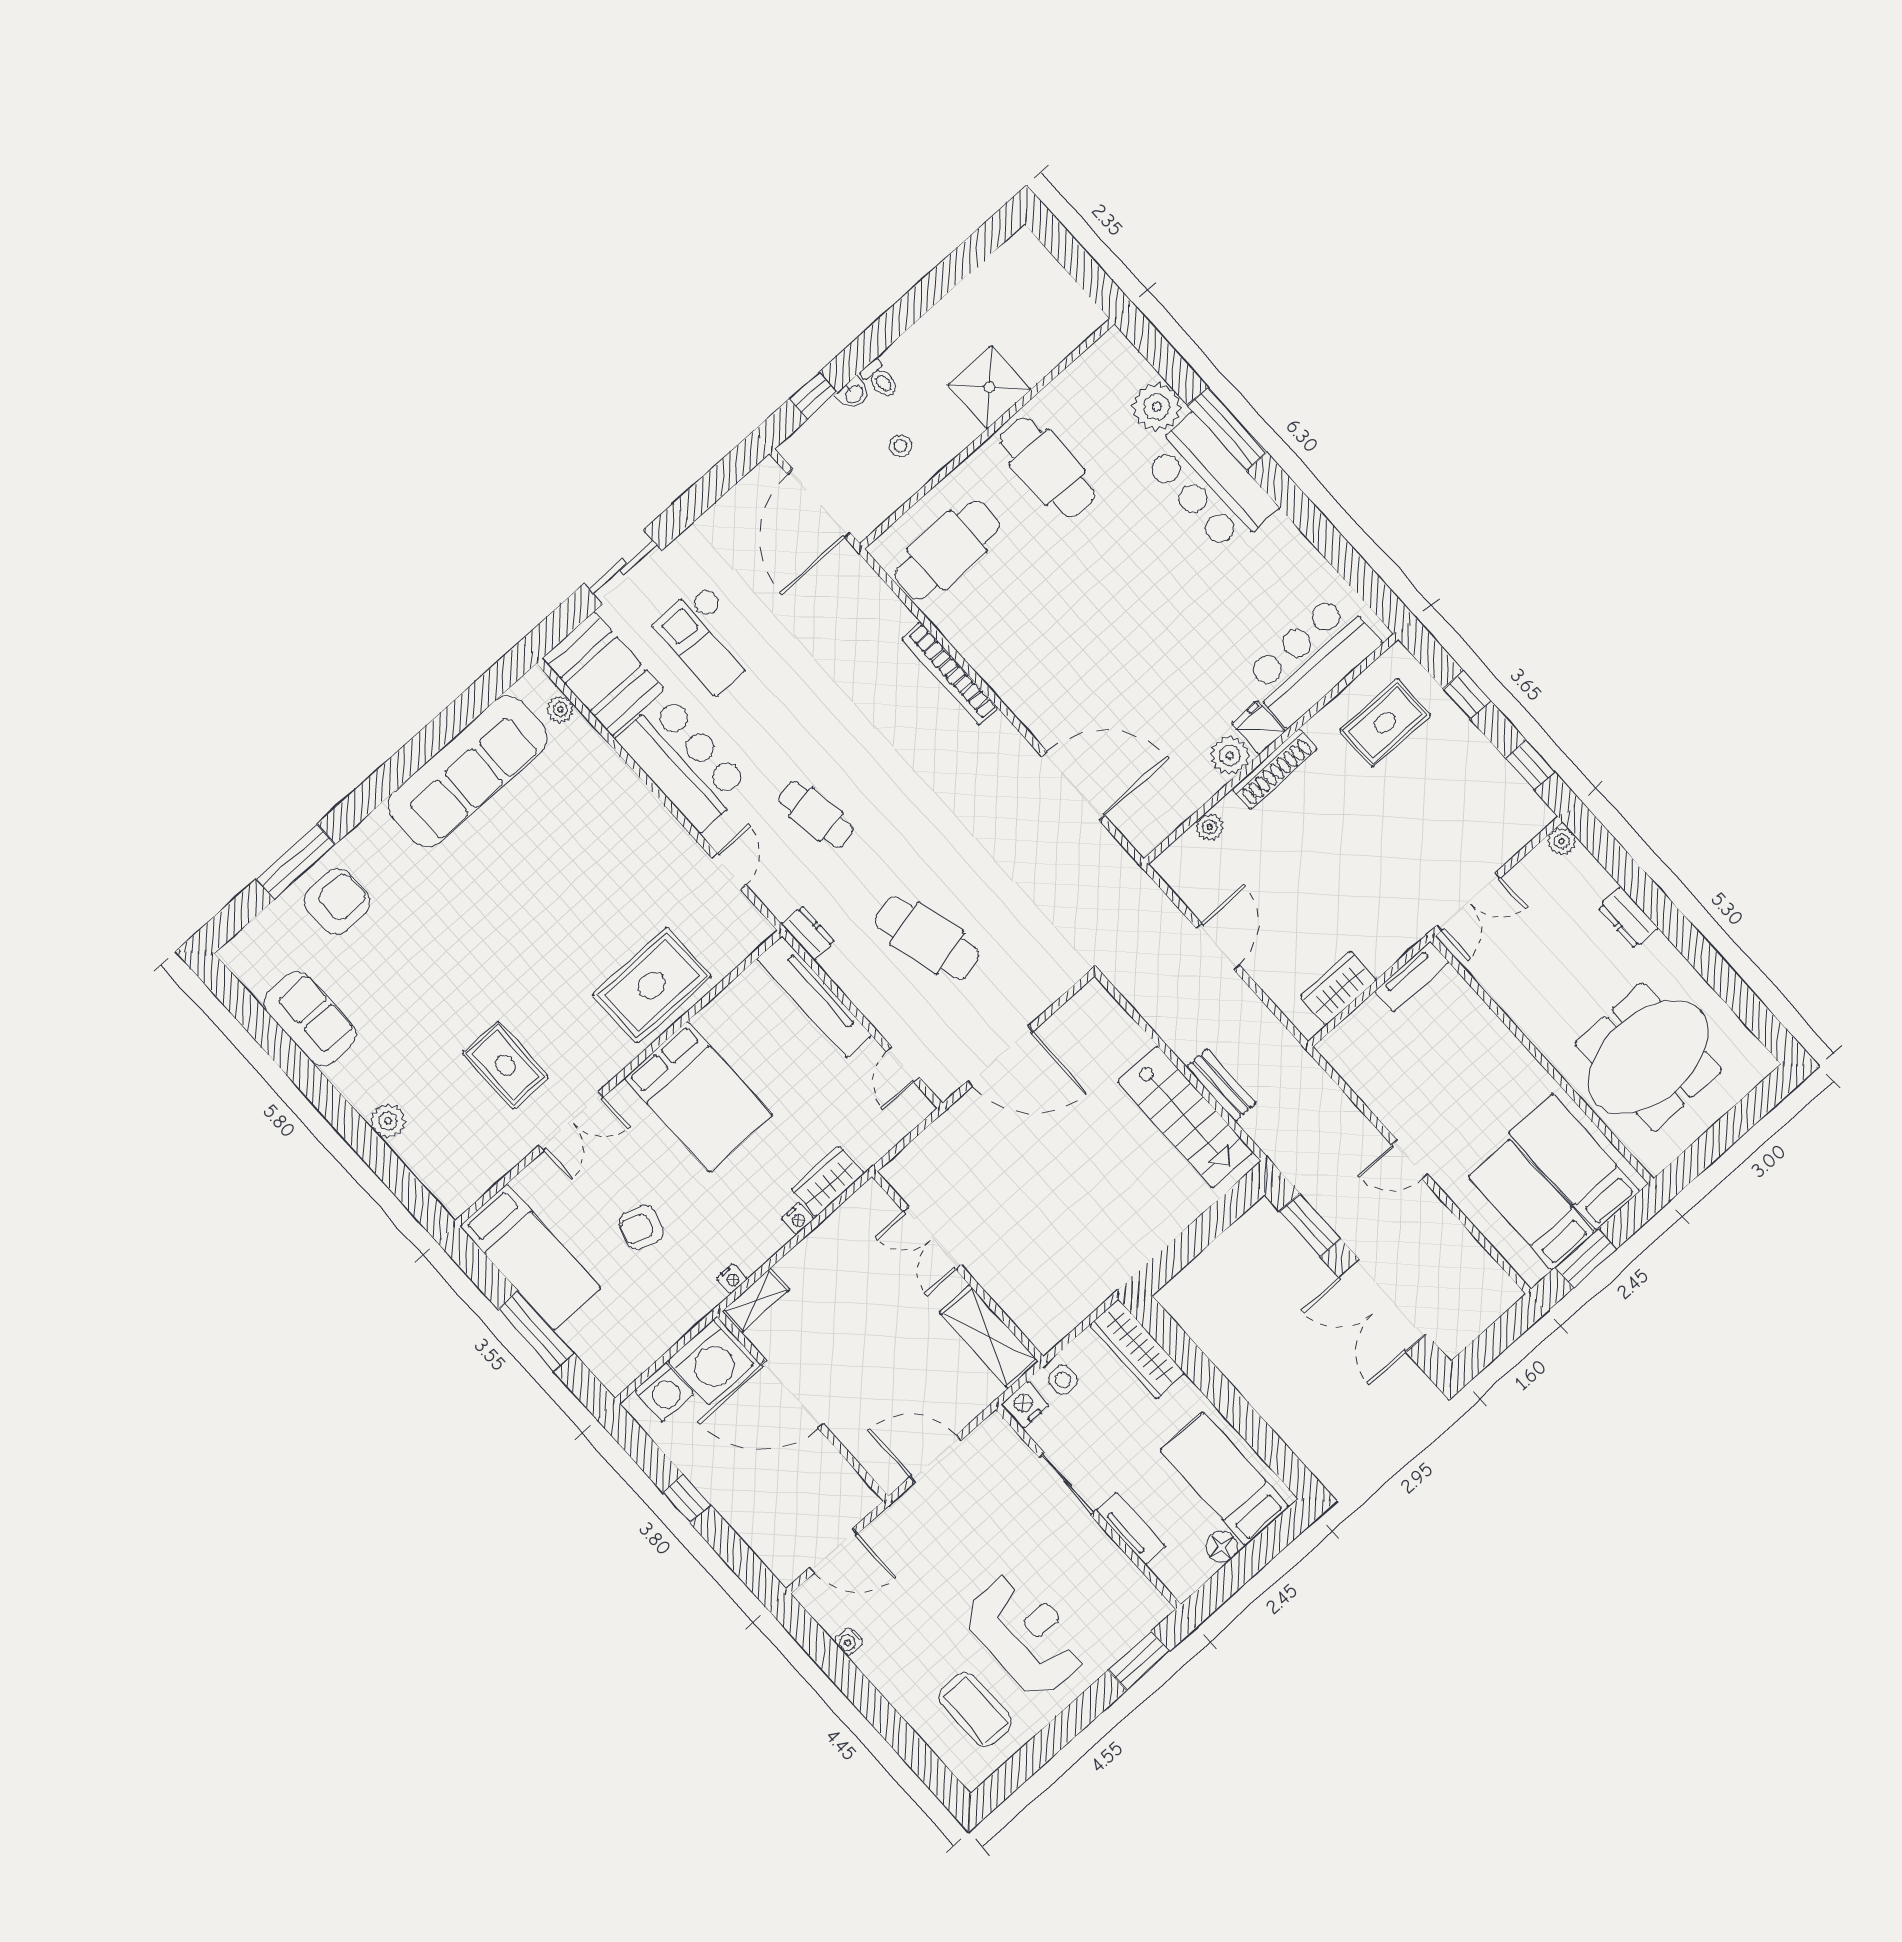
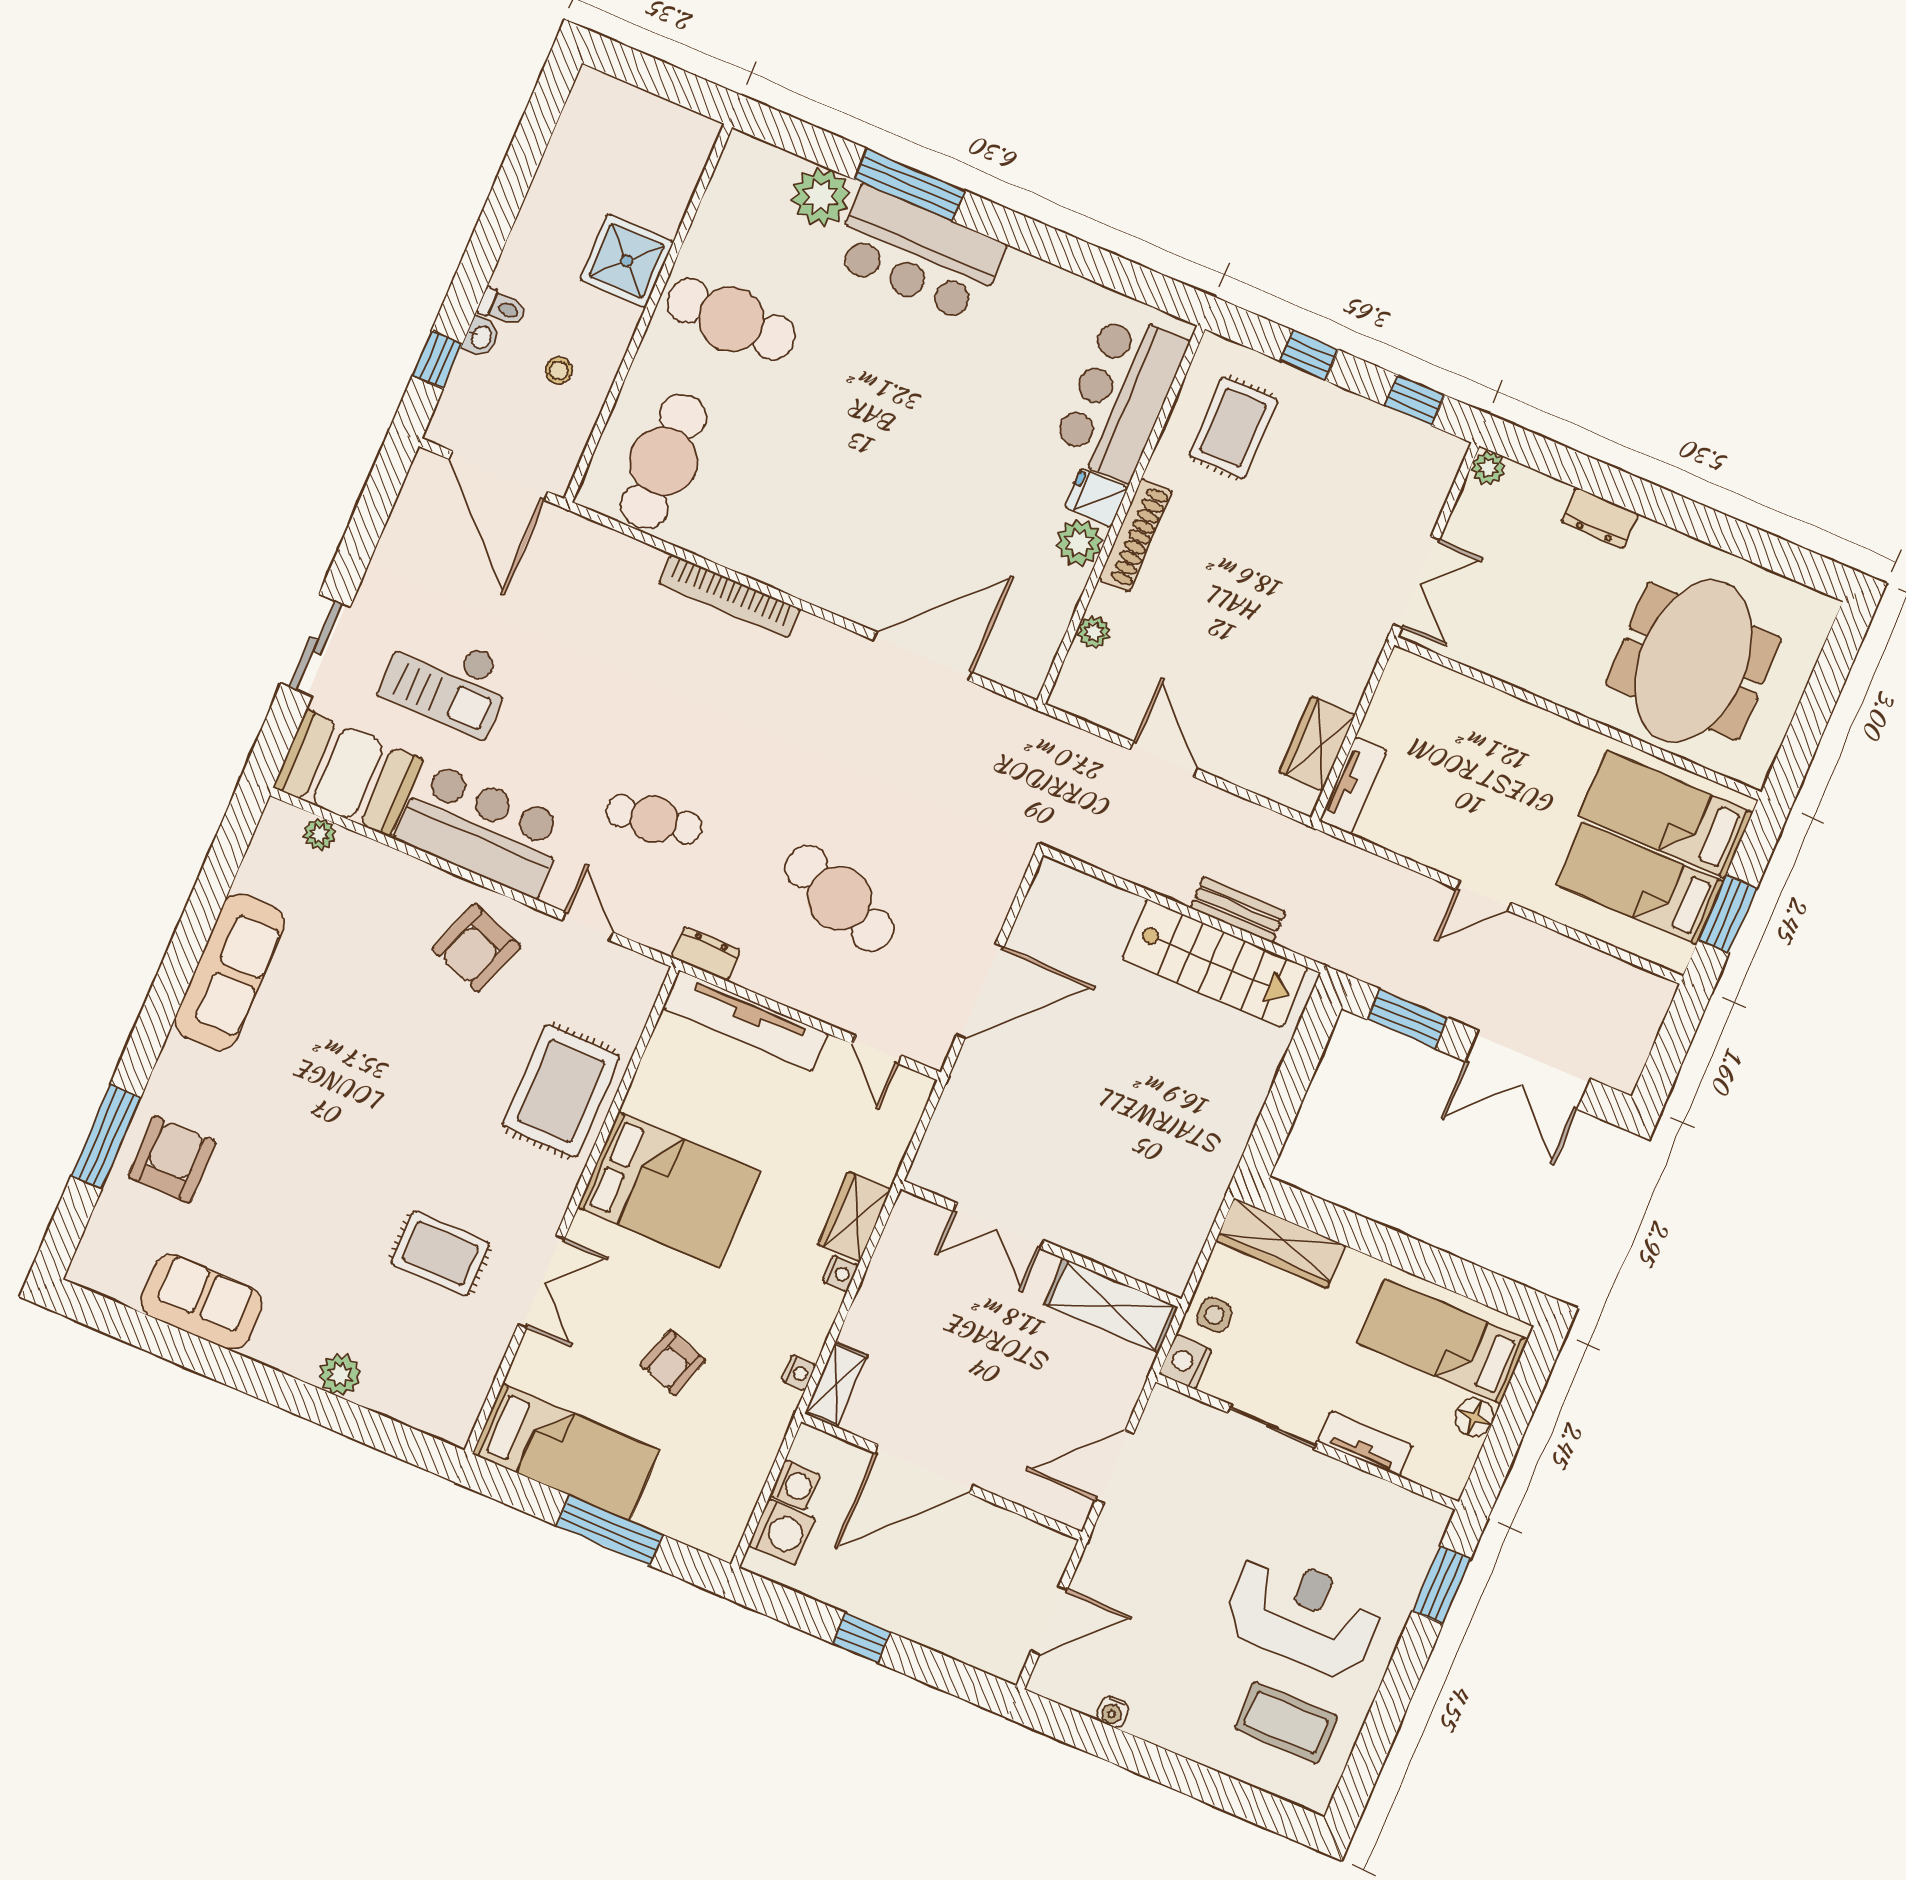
sofa: (468, 771) -> (230, 972), width x0.74, depth x0.79
armchair: (638, 849) -> (476, 948), added
cafe table: (927, 938) -> (839, 898), turned 36
tv unit: (1412, 977) -> (1353, 786), moved
washing machine: (711, 1363) -> (795, 1485), width x0.53, depth x0.53

